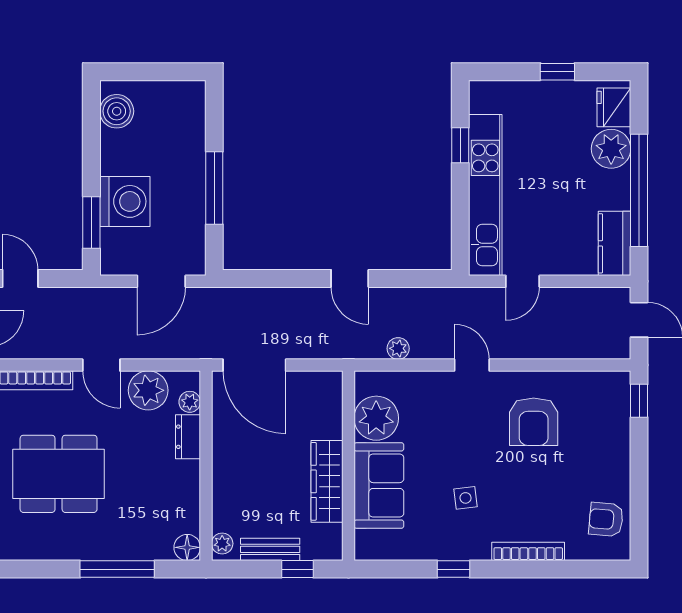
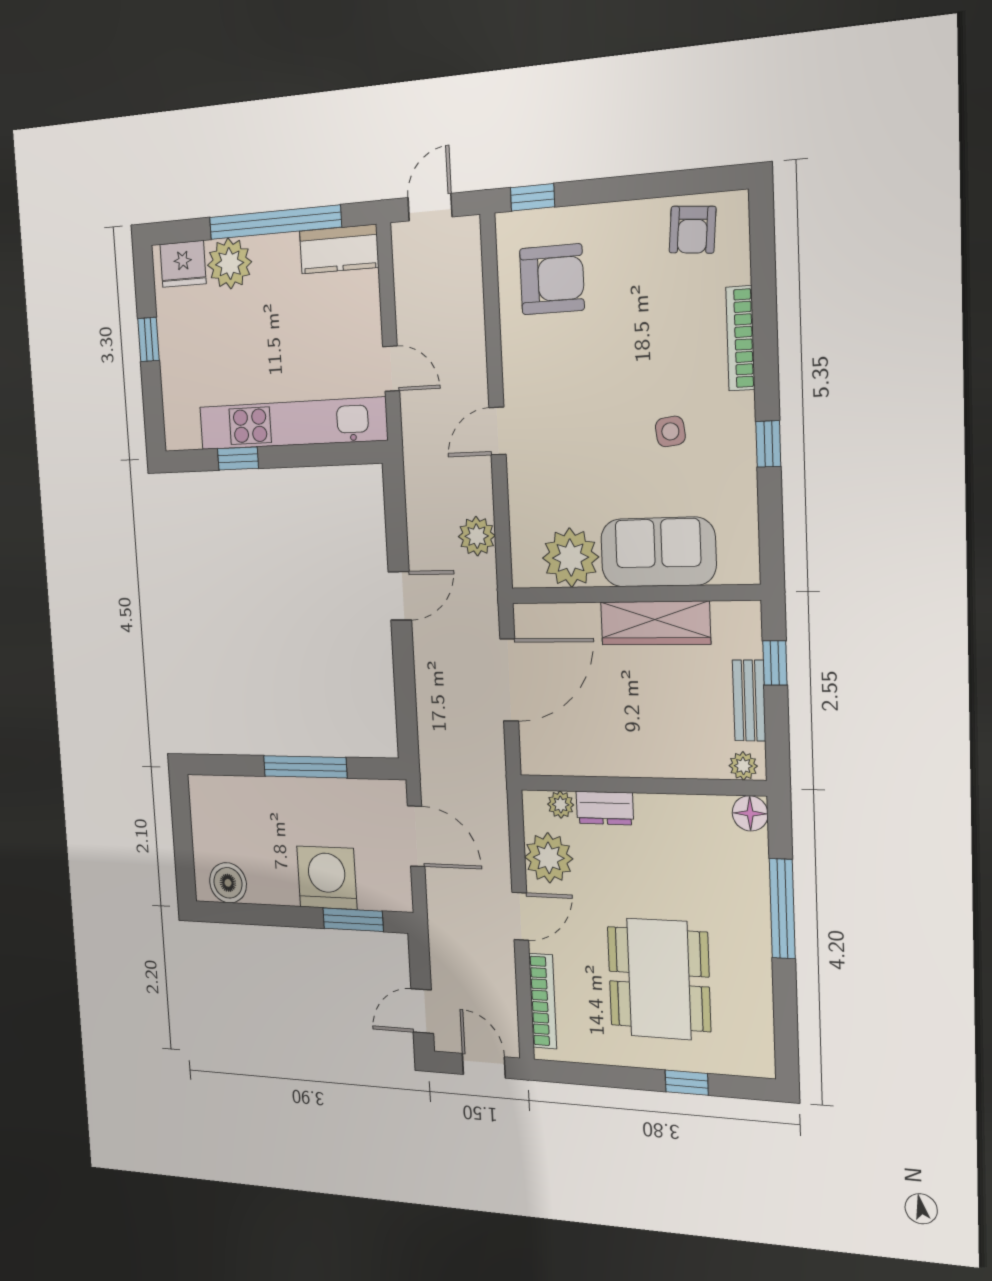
plant: (398, 348) -> (477, 536), width x1.38, depth x1.38
door: (254, 365) -> (509, 680), moved
armchair: (534, 422) -> (552, 279), moved

